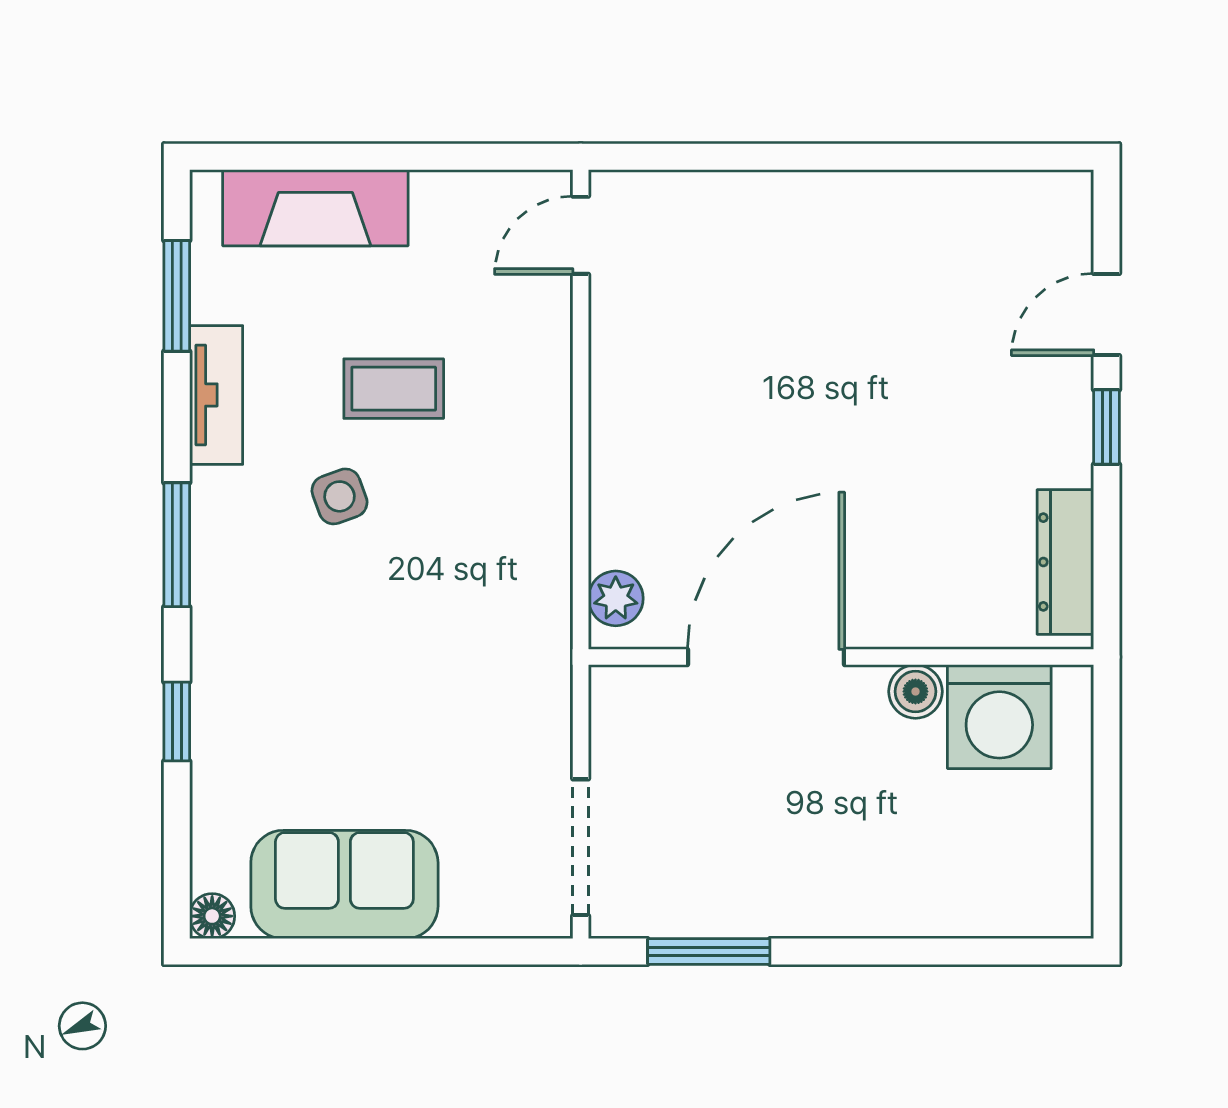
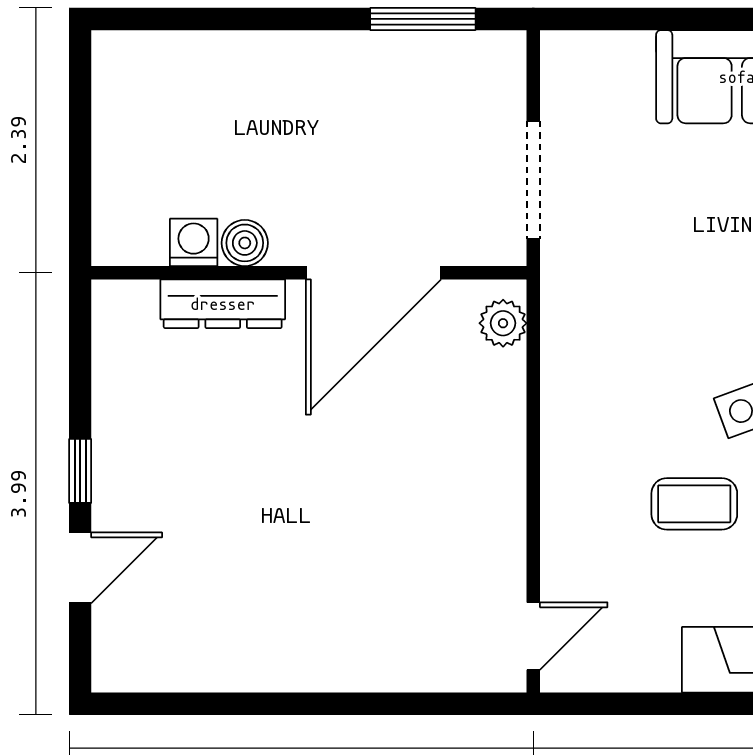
dresser: (1065, 562) -> (223, 304), moved, turned 90
washing machine: (999, 717) -> (194, 242), width x0.53, depth x0.53
doorway: (581, 847) -> (533, 180), moved

